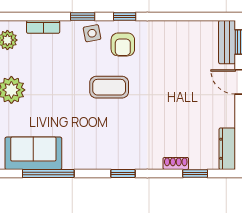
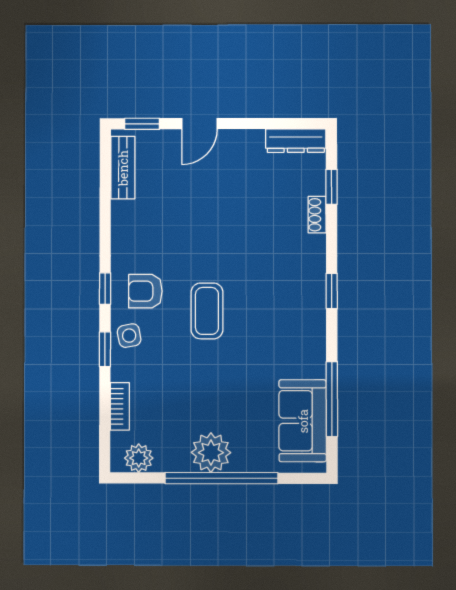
bench: (227, 42) -> (123, 168), moved, turned 90
armchair: (123, 44) -> (145, 291), turned 180

